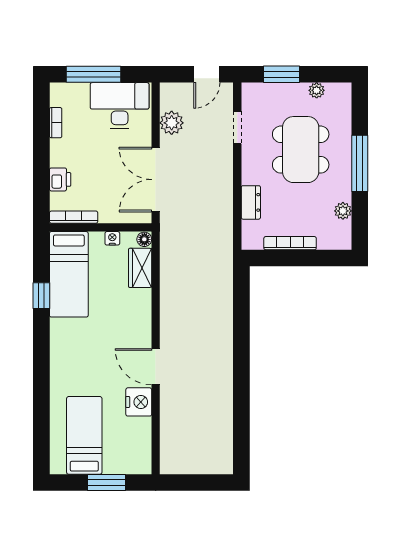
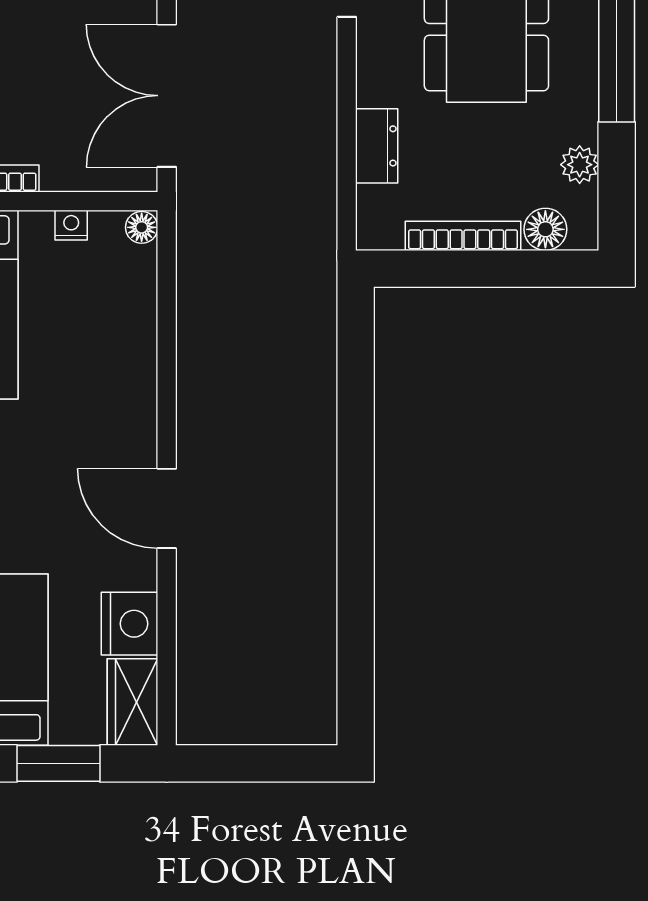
floor lamp: (327, 240) -> (545, 229), added
wardrobe: (140, 268) -> (133, 702), moved
nightstand: (139, 402) -> (130, 624), moved

